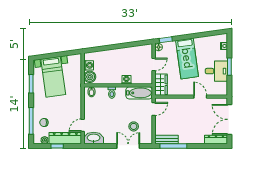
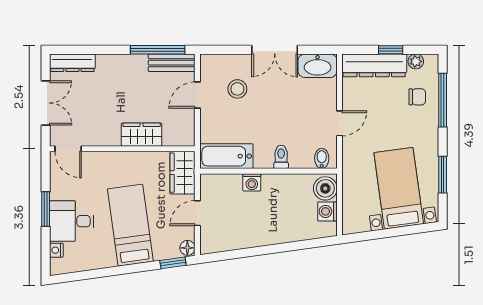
desk: (216, 71) -> (72, 221), moved
door: (200, 97) -> (68, 149), moved
wardrobe: (181, 104) -> (142, 135), added
door: (154, 109) -> (197, 95), moved
double door: (229, 119) -> (46, 103), width x0.73
door: (83, 125) -> (339, 123), moved
double door: (128, 146) -> (275, 50), moved

